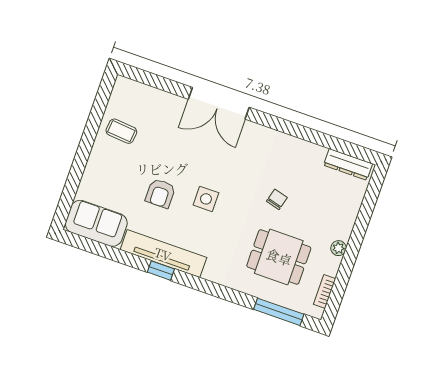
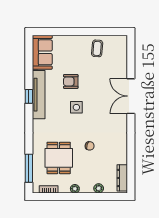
plant: (352, 209) -> (99, 188), added

